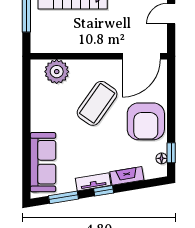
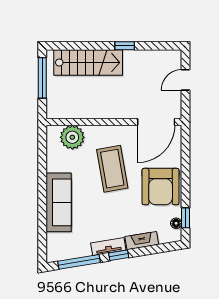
coffee table: (97, 103) -> (112, 169), turned -45
sofa: (43, 162) -> (59, 202), moved
window: (63, 197) -> (79, 262), width x1.44

